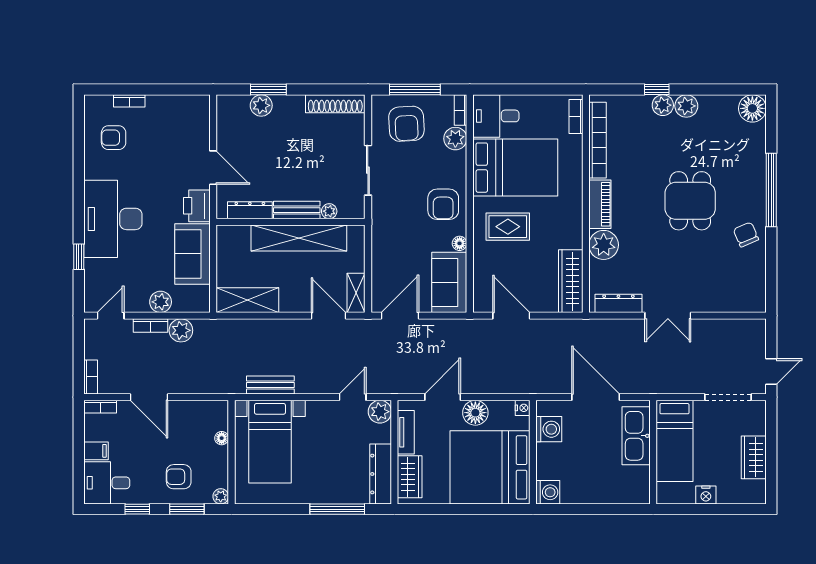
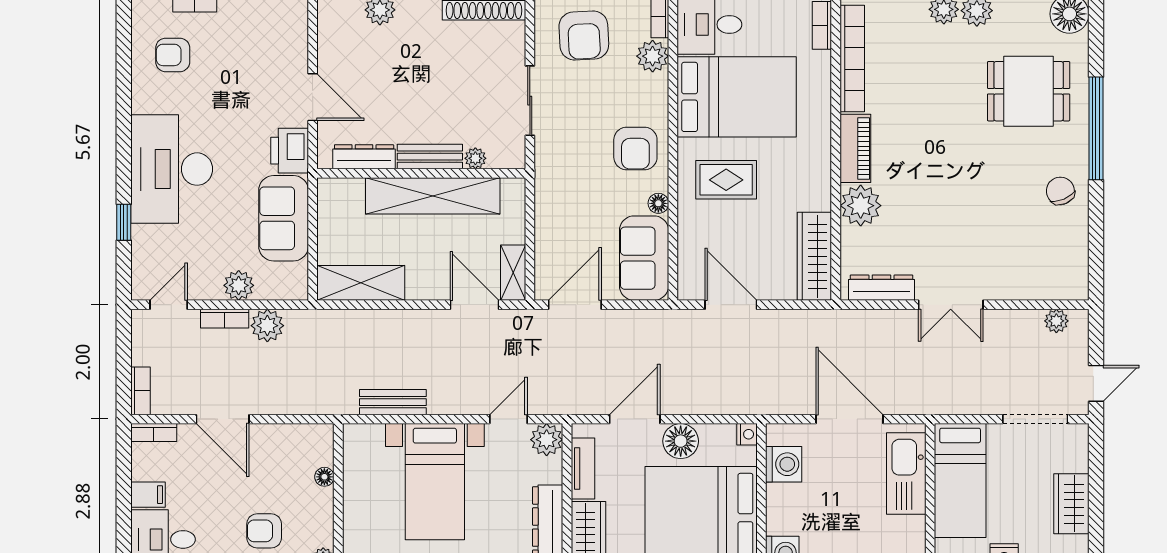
dining table: (690, 201) -> (1029, 91), moved, turned 90
plant: (743, 327) -> (1056, 321), added
bed with nightstands: (270, 442) -> (435, 482), moved

